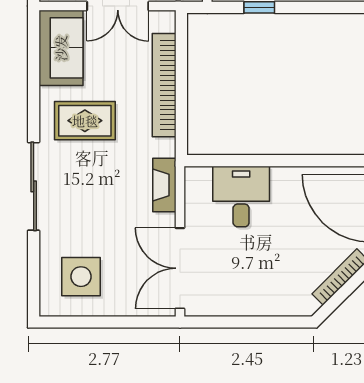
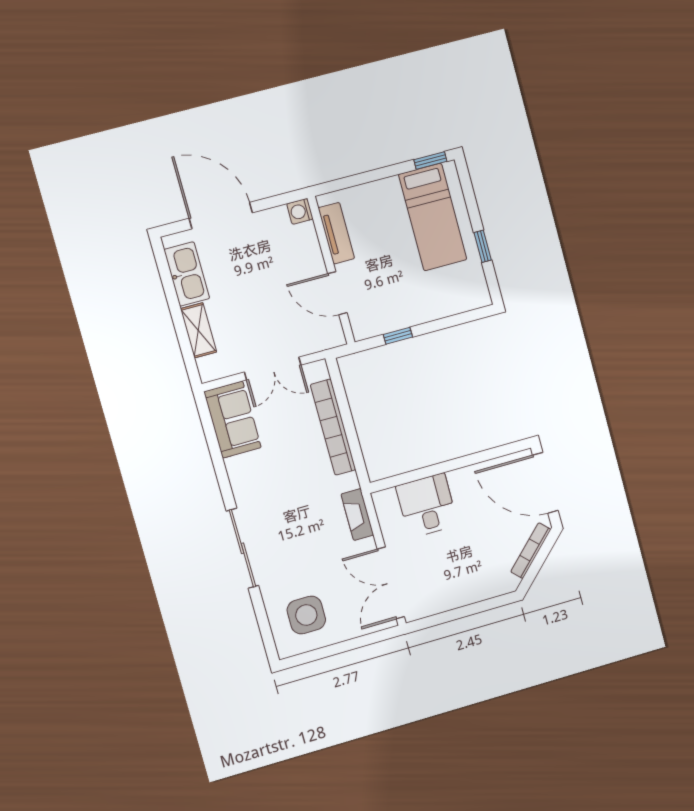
rug: (85, 121) -> (272, 478), removed

